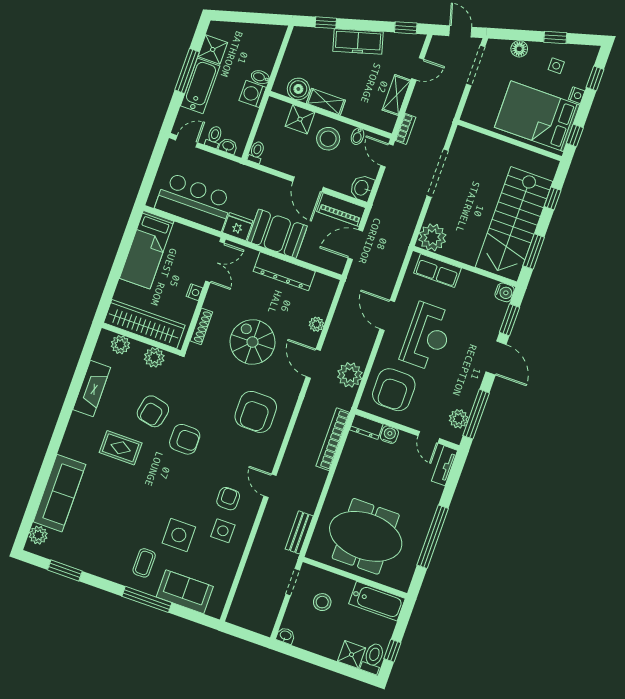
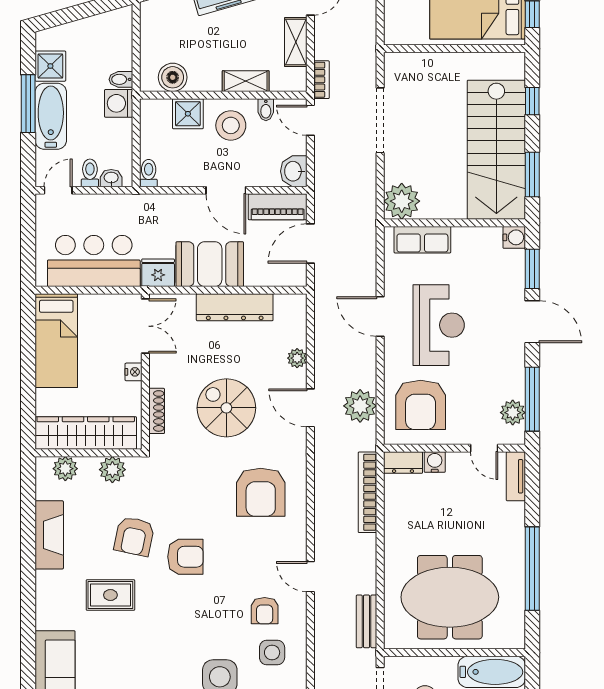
shelving: (326, 102) -> (246, 81), moved
armchair: (228, 499) -> (265, 611), turned 180

